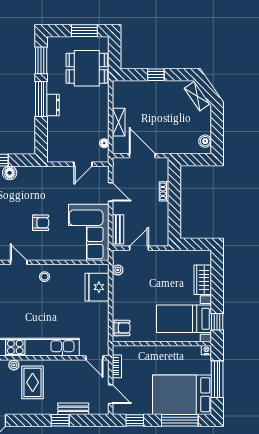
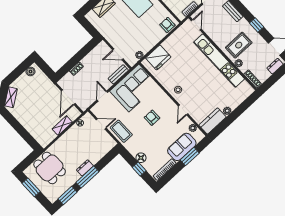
window: (156, 75) -> (20, 129), removed
coffee table: (56, 178) -> (121, 131), added
window: (60, 420) -> (257, 25), moved

